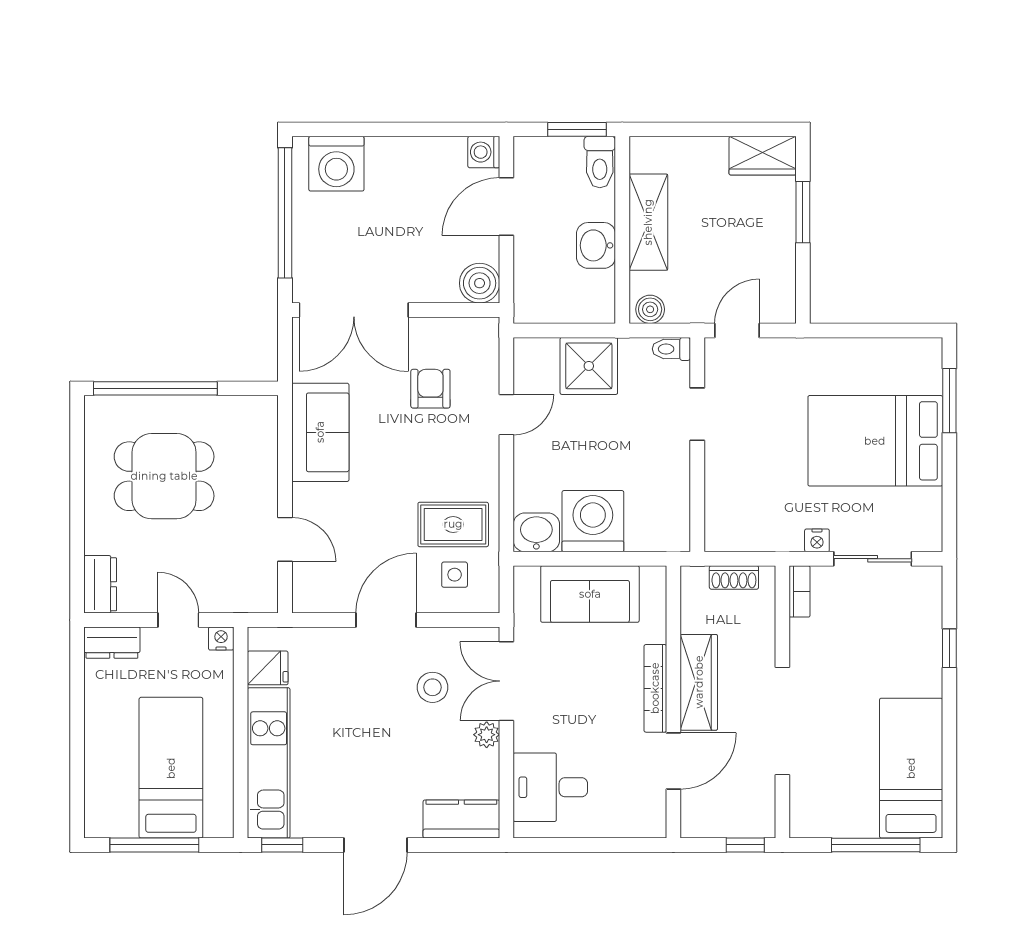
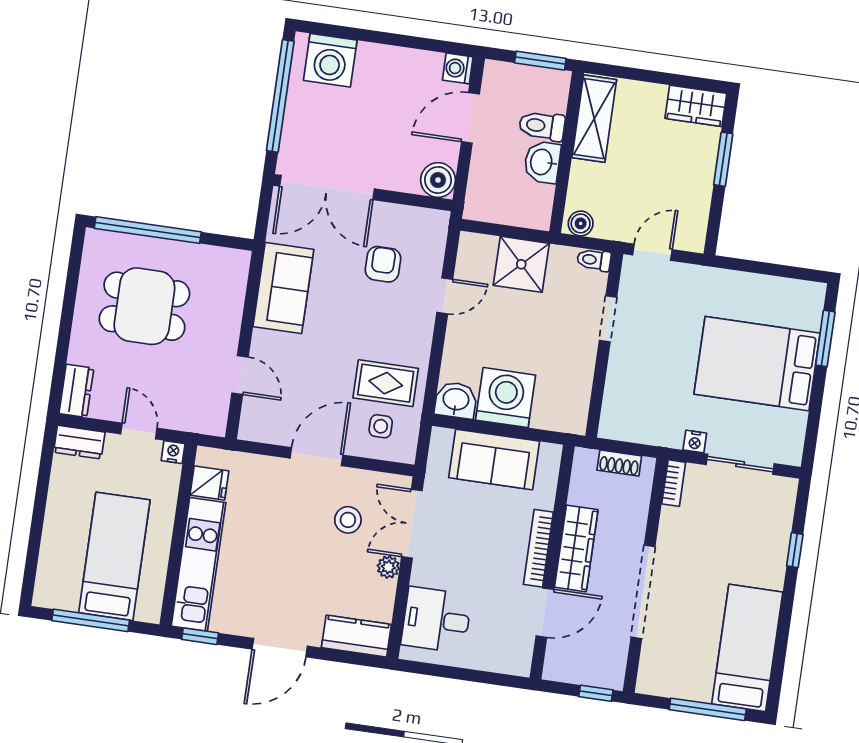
toilet: (600, 162) -> (542, 126), moved, turned 90
shelving: (648, 222) -> (594, 119), moved

